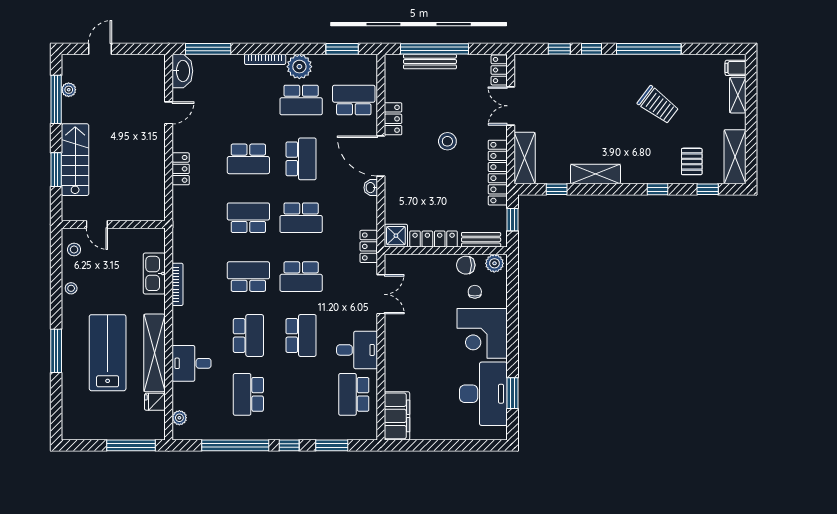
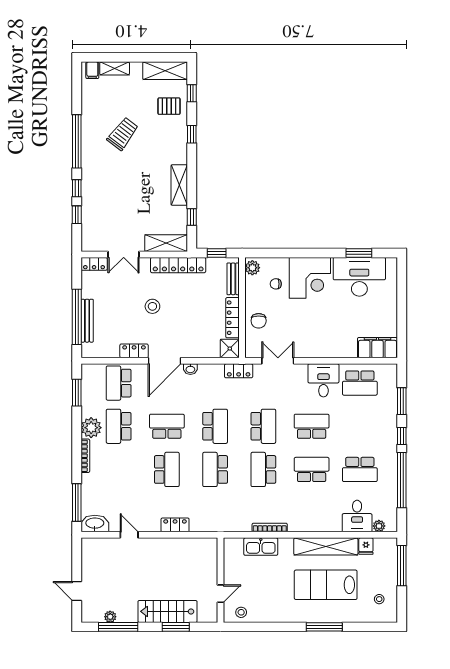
school desk: (301, 100) -> (119, 426), turned 180
chair: (466, 265) -> (259, 321), moved
stool: (71, 288) -> (379, 599), moved
desk: (192, 363) -> (357, 516), moved

